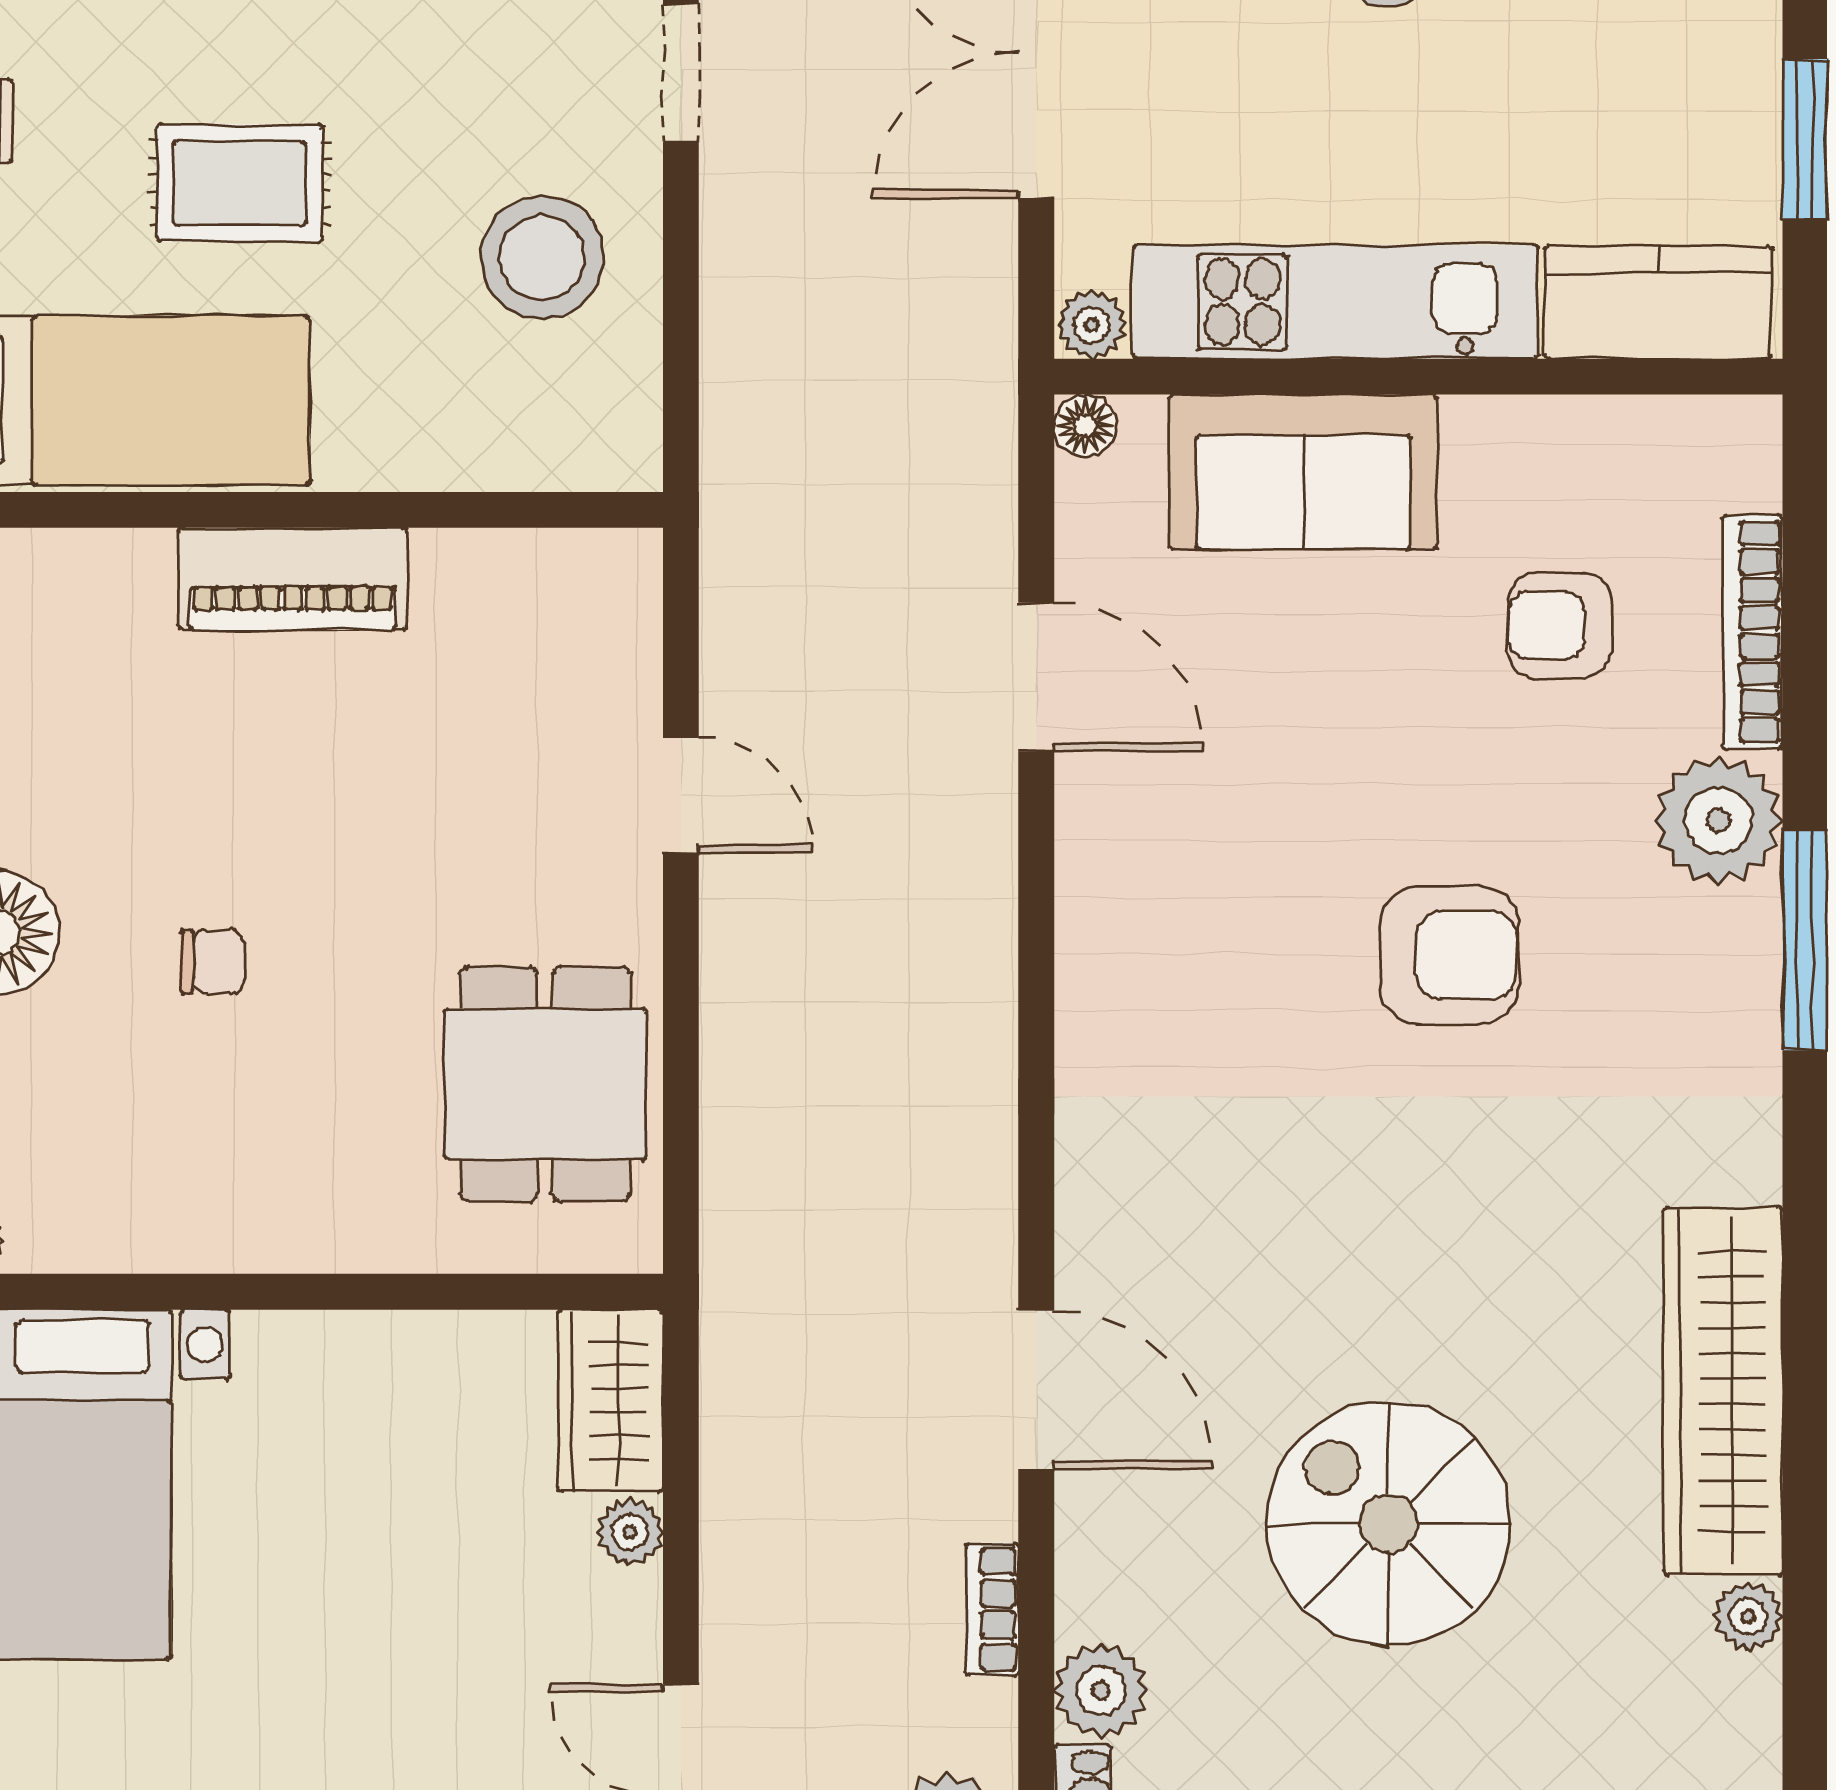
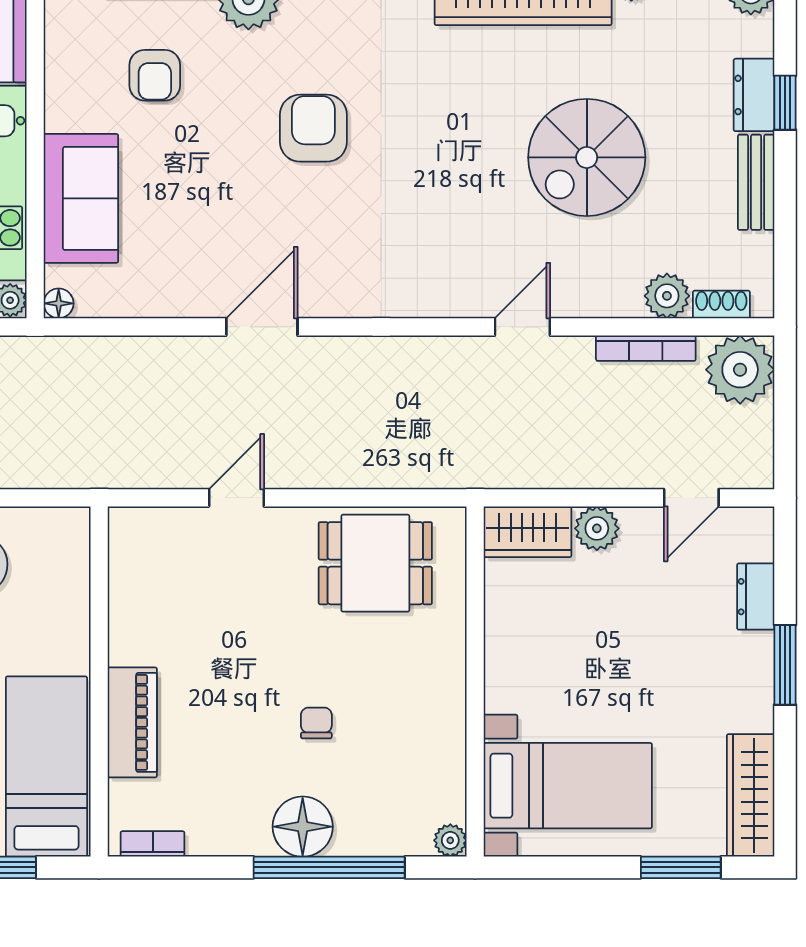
piano: (293, 579) -> (132, 722), moved
door: (1036, 677) -> (262, 327), moved
door: (1036, 1390) -> (522, 327), width x0.73
plant: (630, 1532) -> (597, 528), width x1.38, depth x1.38
bookcase: (992, 1609) -> (646, 348), width x1.56

